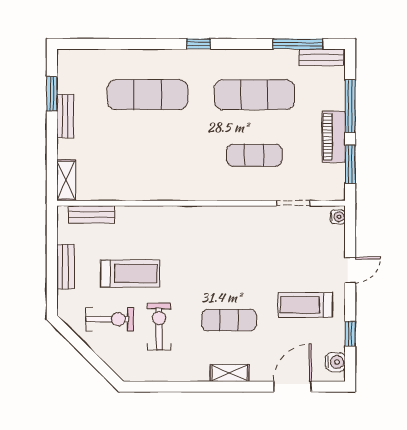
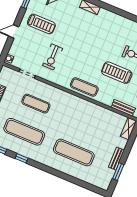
window: (198, 44) -> (22, 158), moved
exercise mat: (229, 320) -> (84, 87), moved
exercise bike: (159, 327) -> (53, 57), moved

